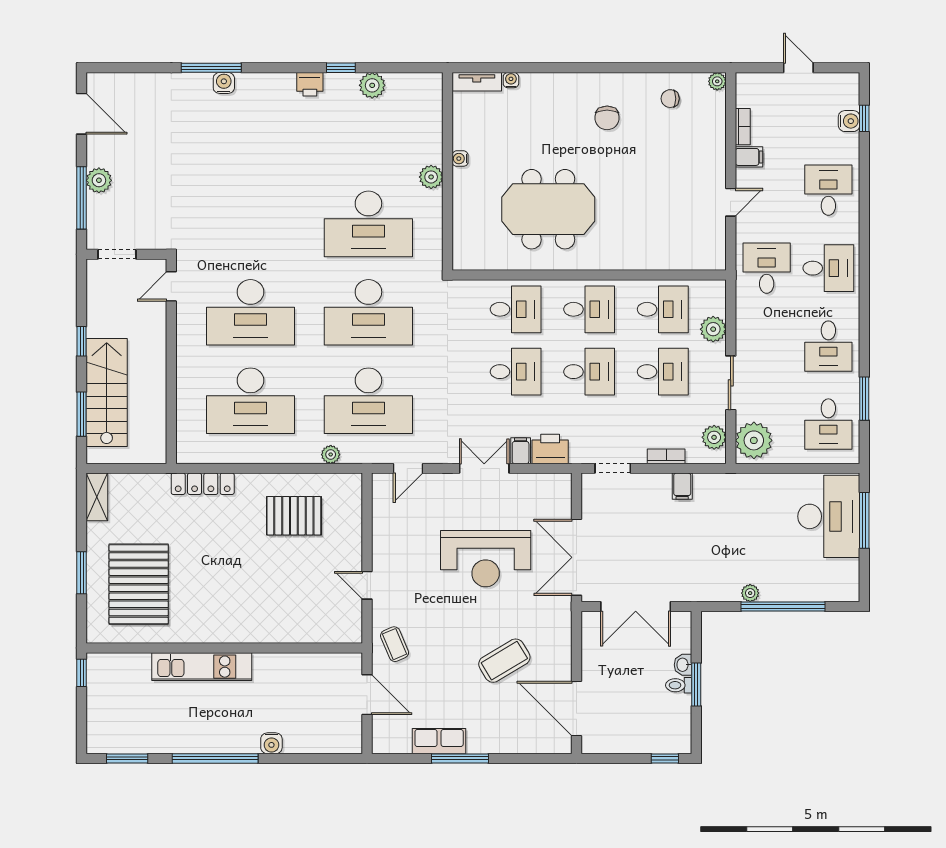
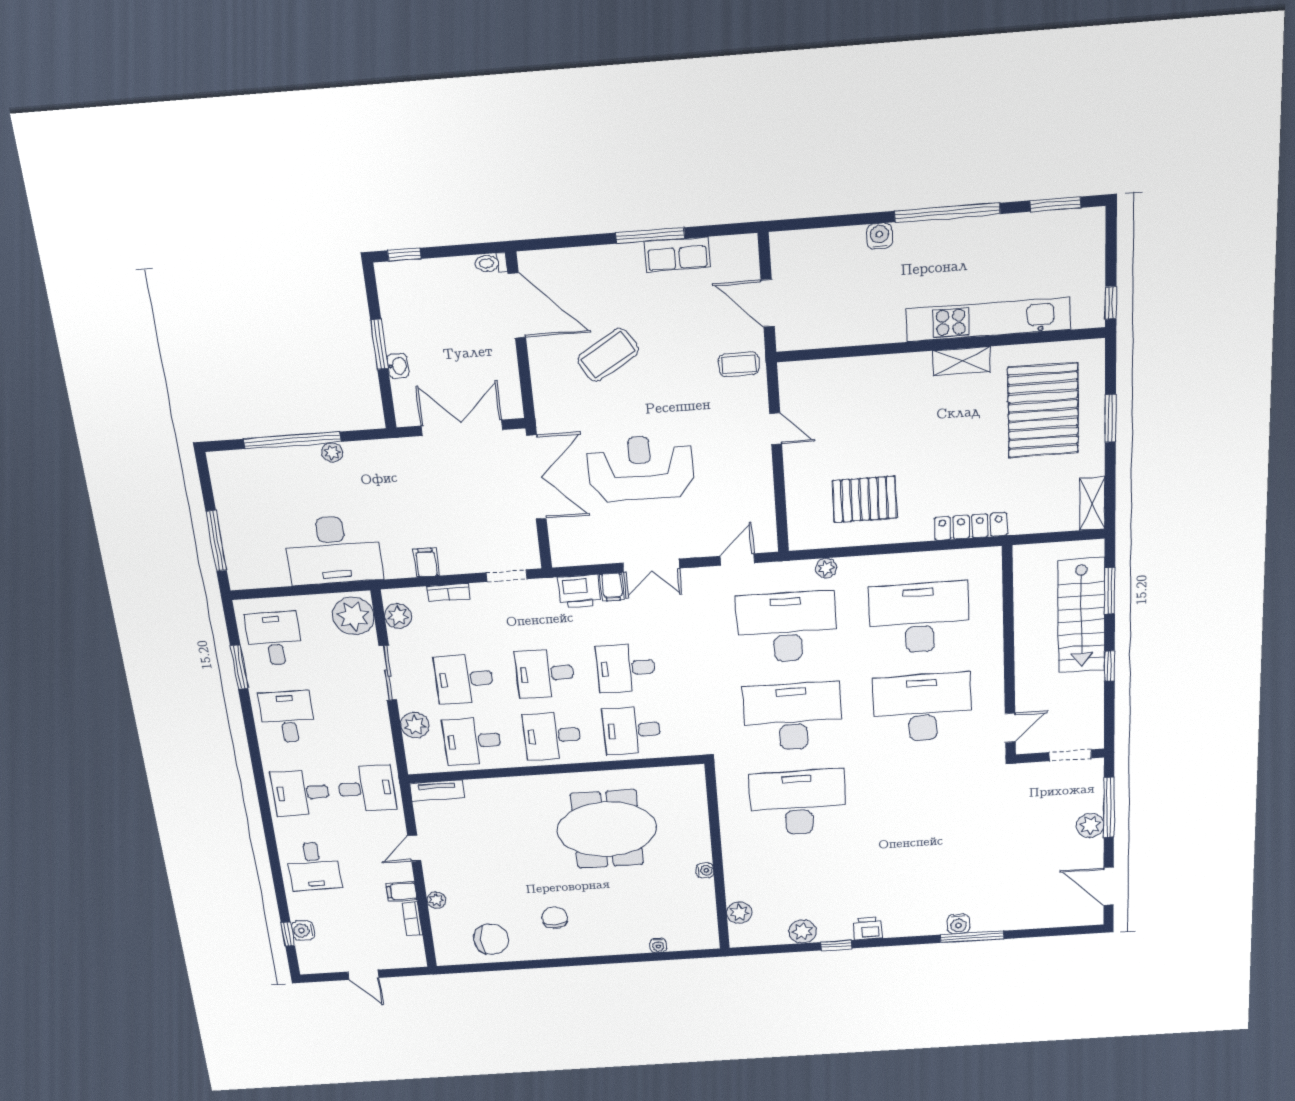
plant: (717, 81) -> (436, 900), moved
tv unit: (477, 82) -> (437, 791), moved, turned 180
chair: (670, 99) -> (491, 939), width x1.87, depth x1.87
plant: (431, 177) -> (739, 913), moved
desk: (767, 268) -> (367, 788), turned -90
desk: (829, 516) -> (333, 550), moved, turned -90
shelving: (207, 632) -> (961, 361), added
coffee table: (395, 644) -> (739, 364), turned -67
kitchen unit: (202, 667) -> (988, 319), width x1.36
toilet: (679, 685) -> (491, 263), moved, turned 180

